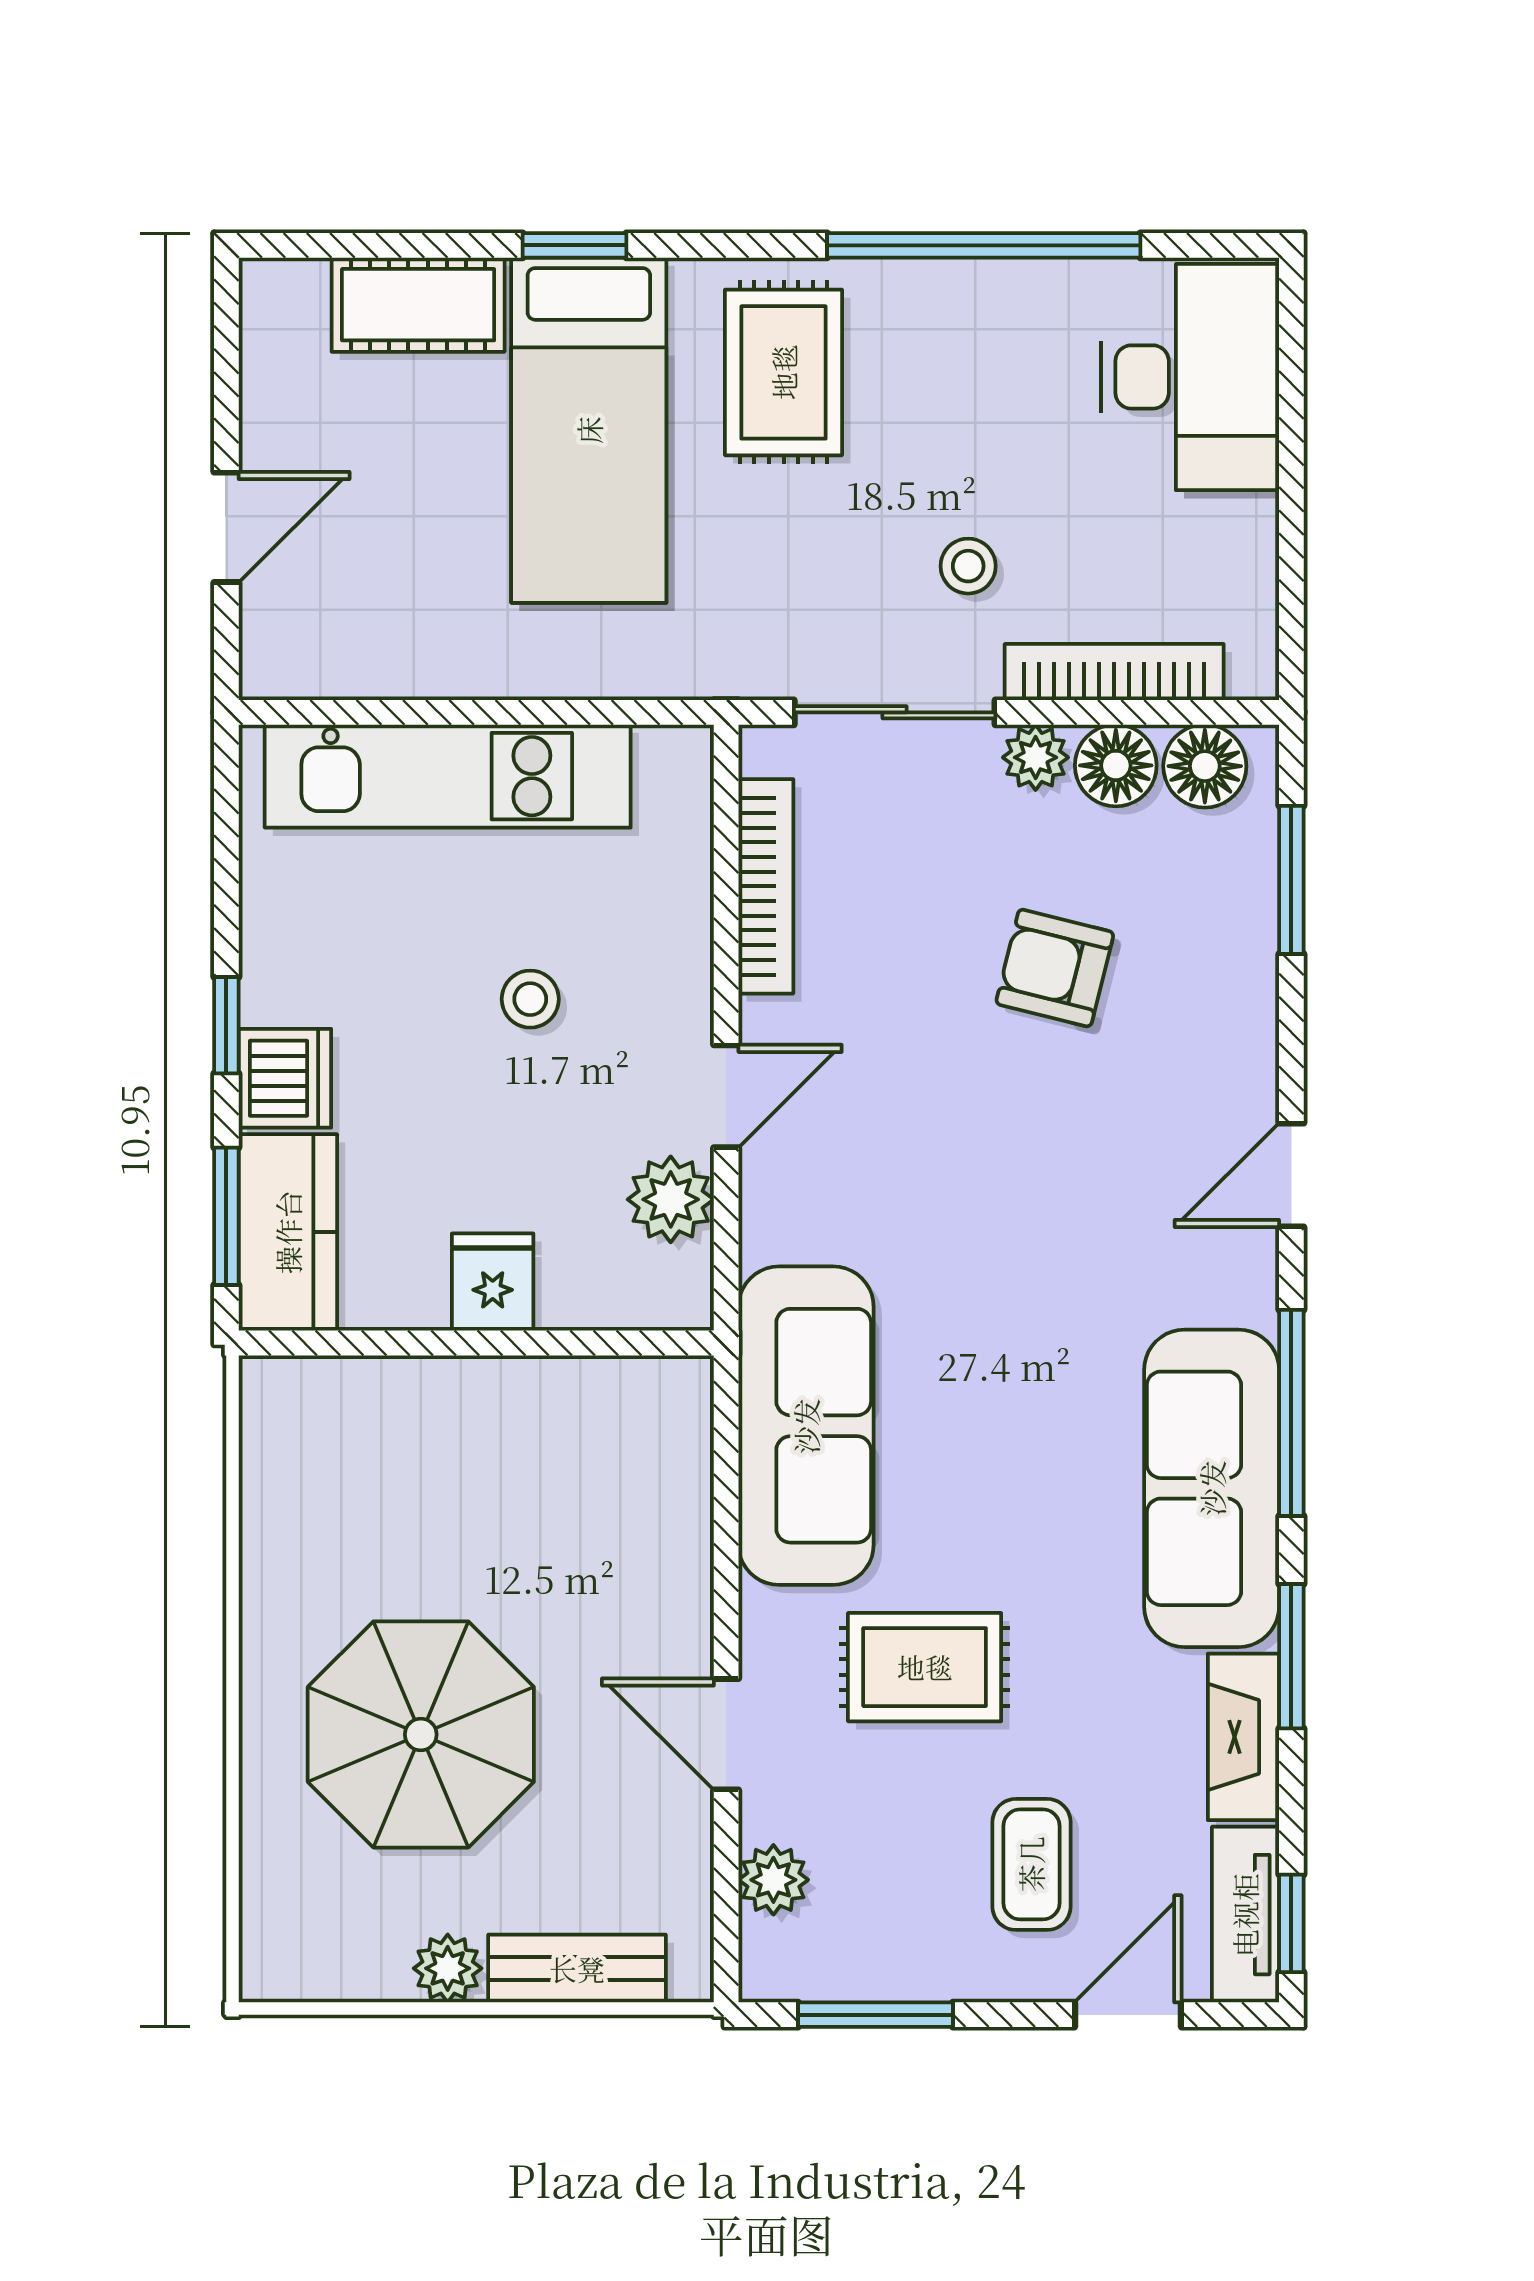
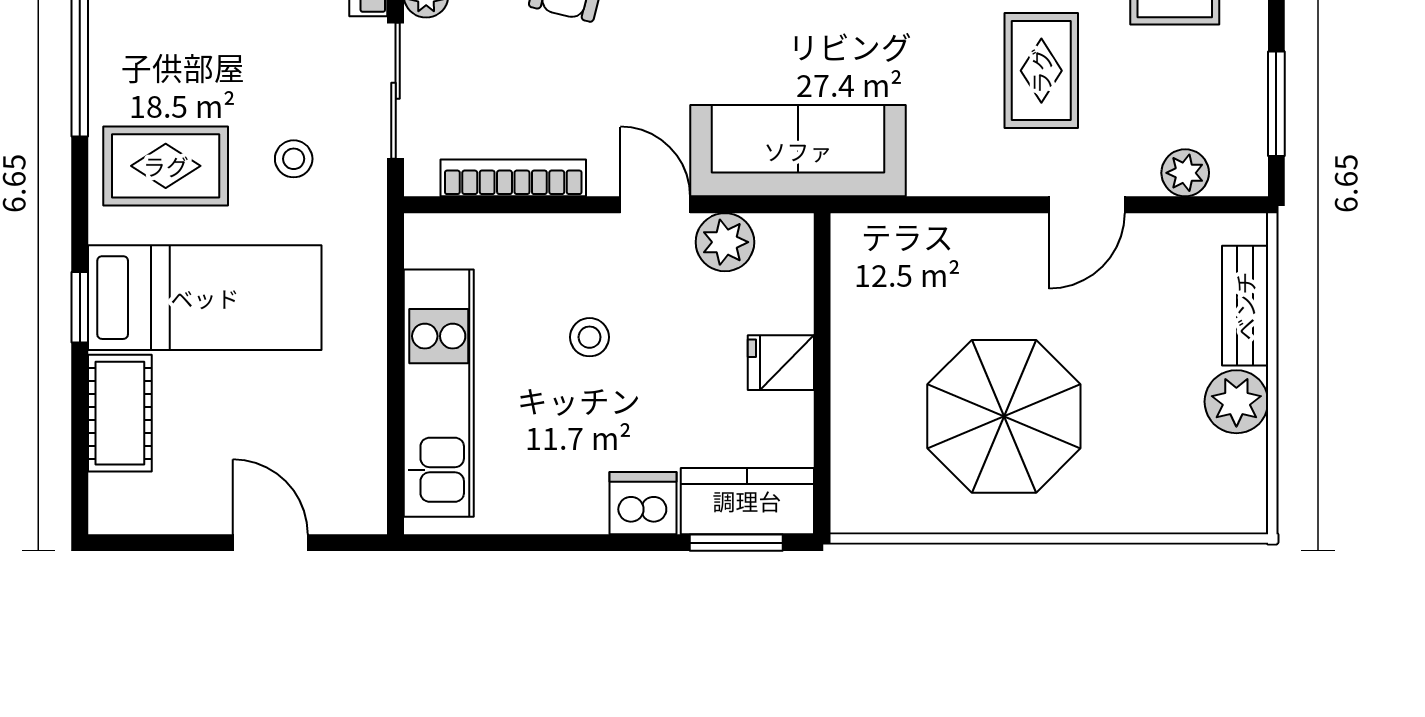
stool: (968, 566) -> (294, 159), moved
window: (226, 1025) -> (607, 543), removed
sofa: (806, 1426) -> (798, 151), moved
parasol: (421, 1734) -> (1004, 416), moved
plant: (448, 1968) -> (1236, 402), width x1.38, depth x1.38

